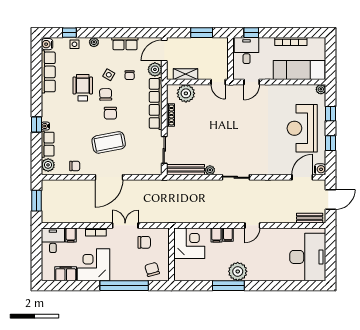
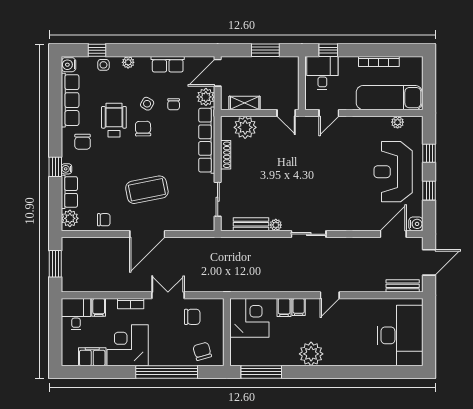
plant: (321, 89) -> (398, 122), moved
chair: (110, 113) -> (83, 142), moved
bench: (185, 170) -> (251, 224), width x0.73
window: (228, 286) -> (261, 372), moved

